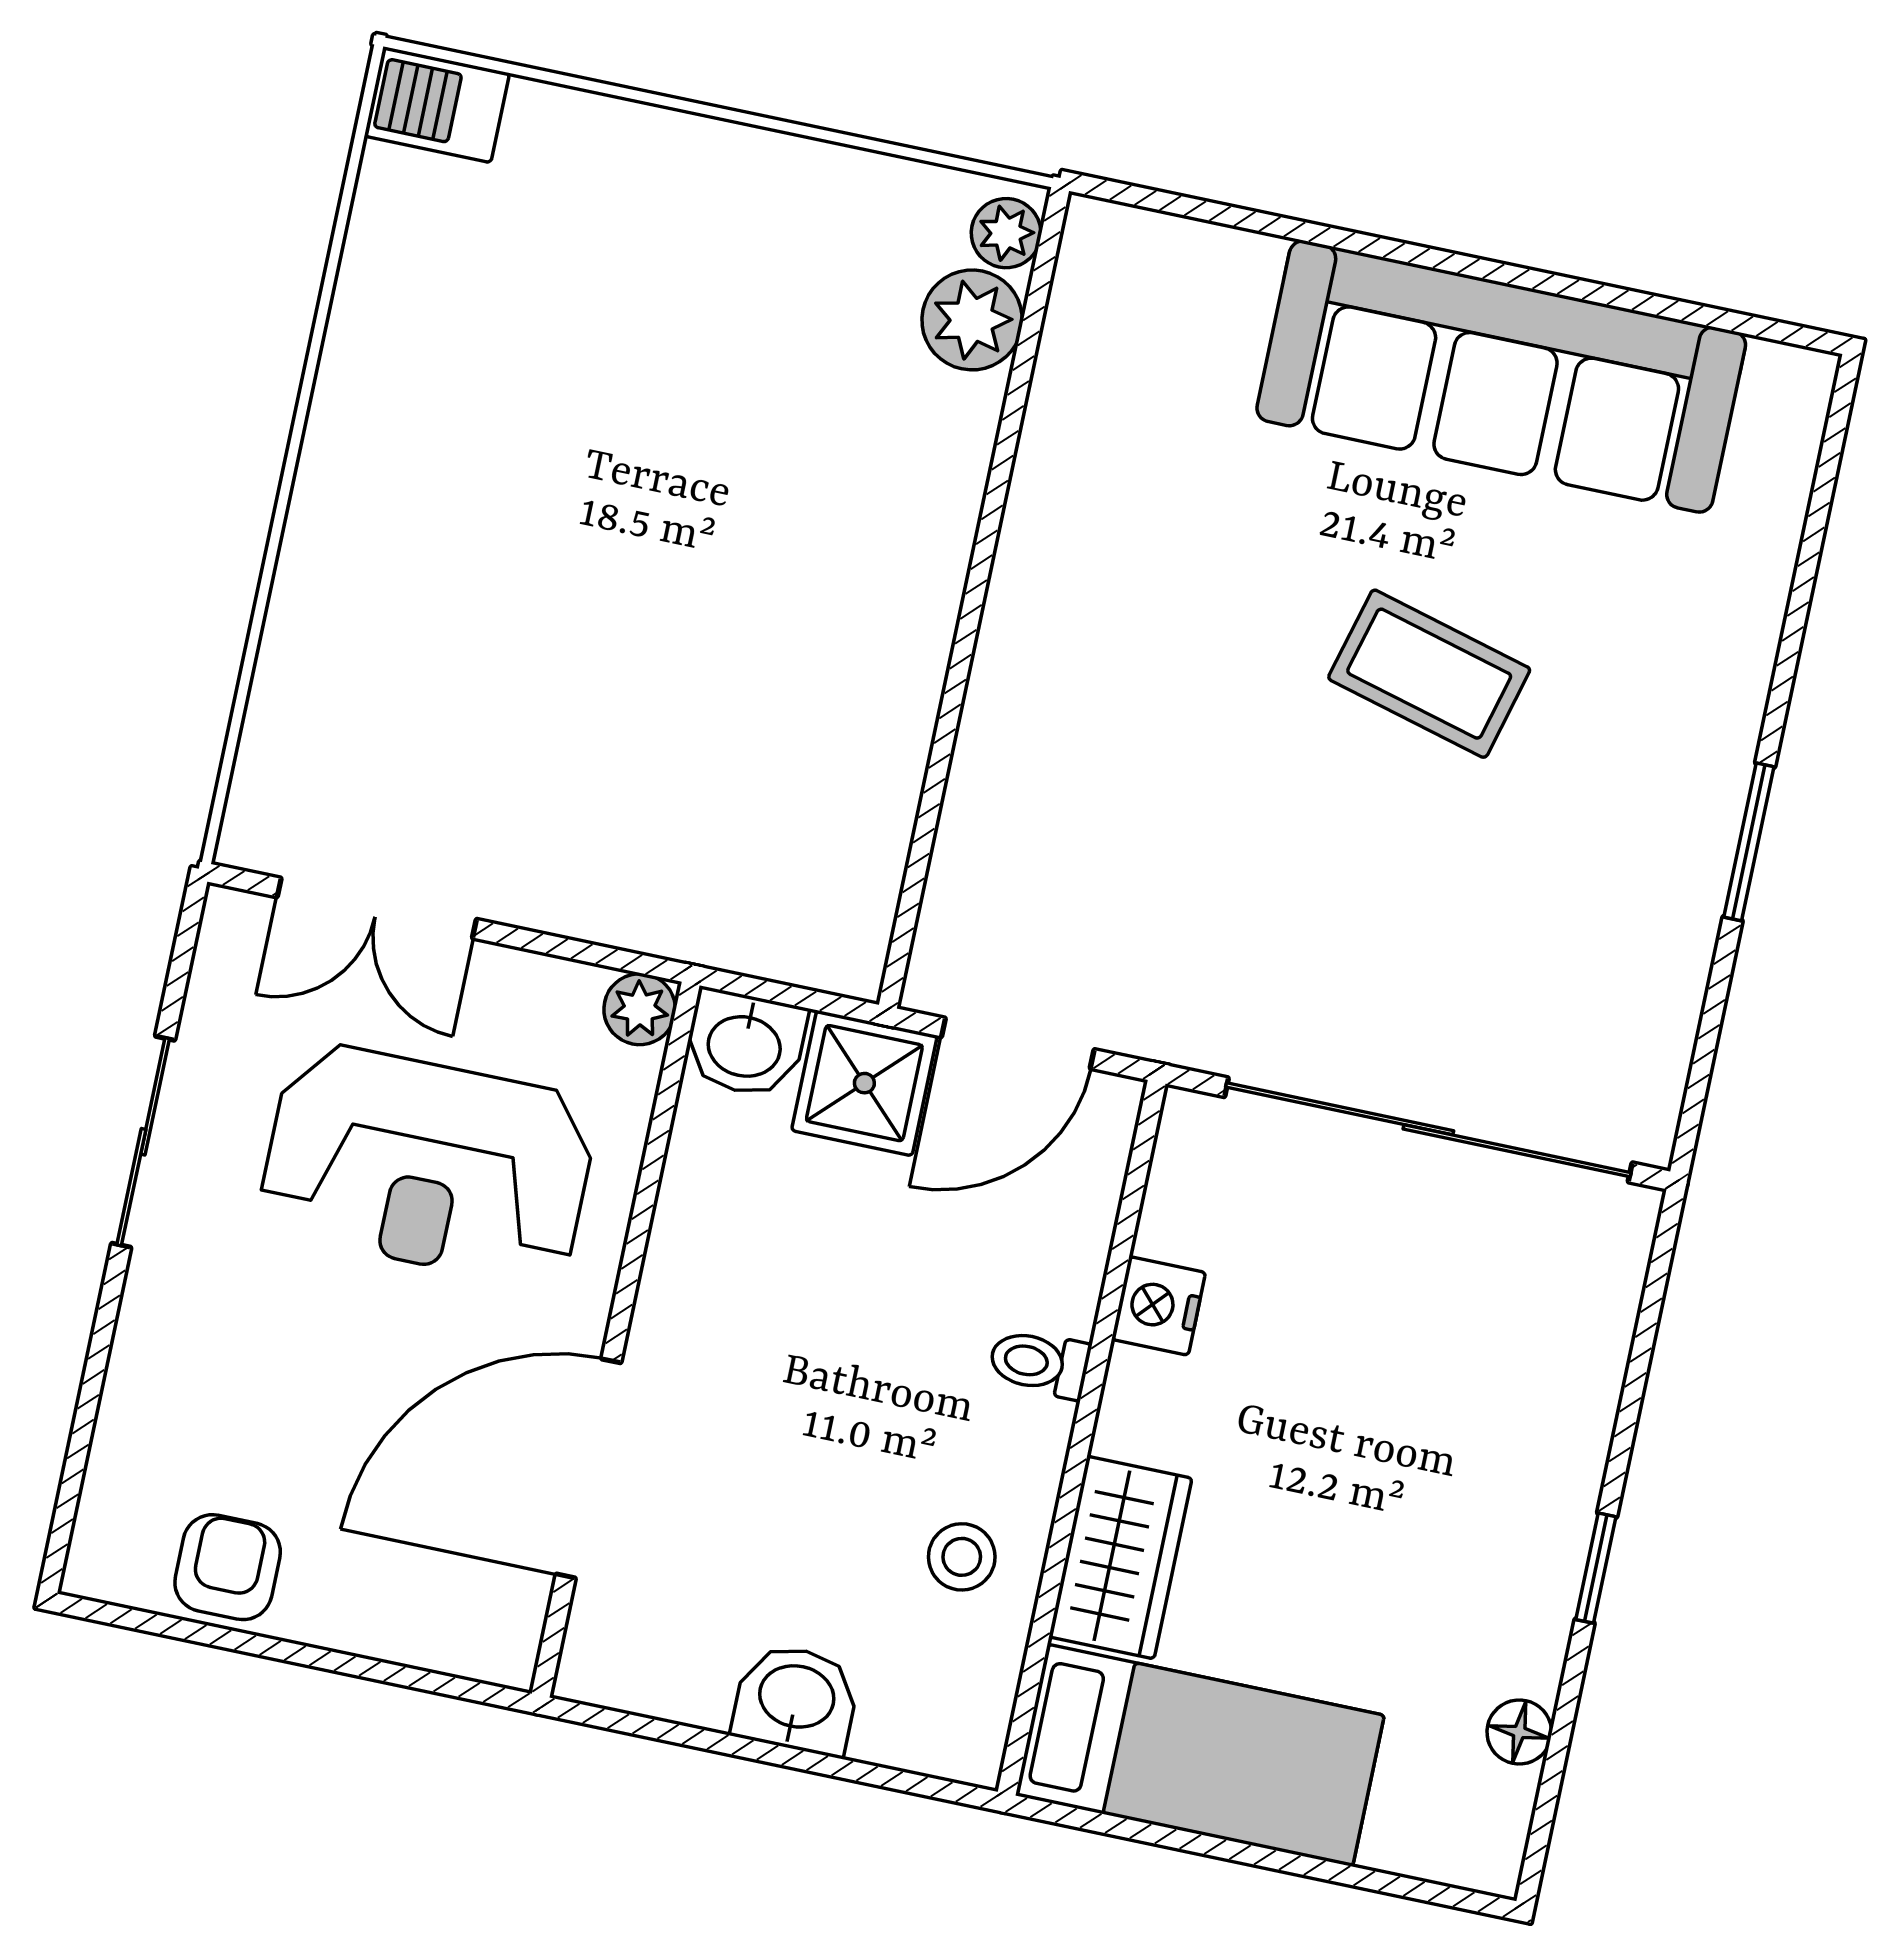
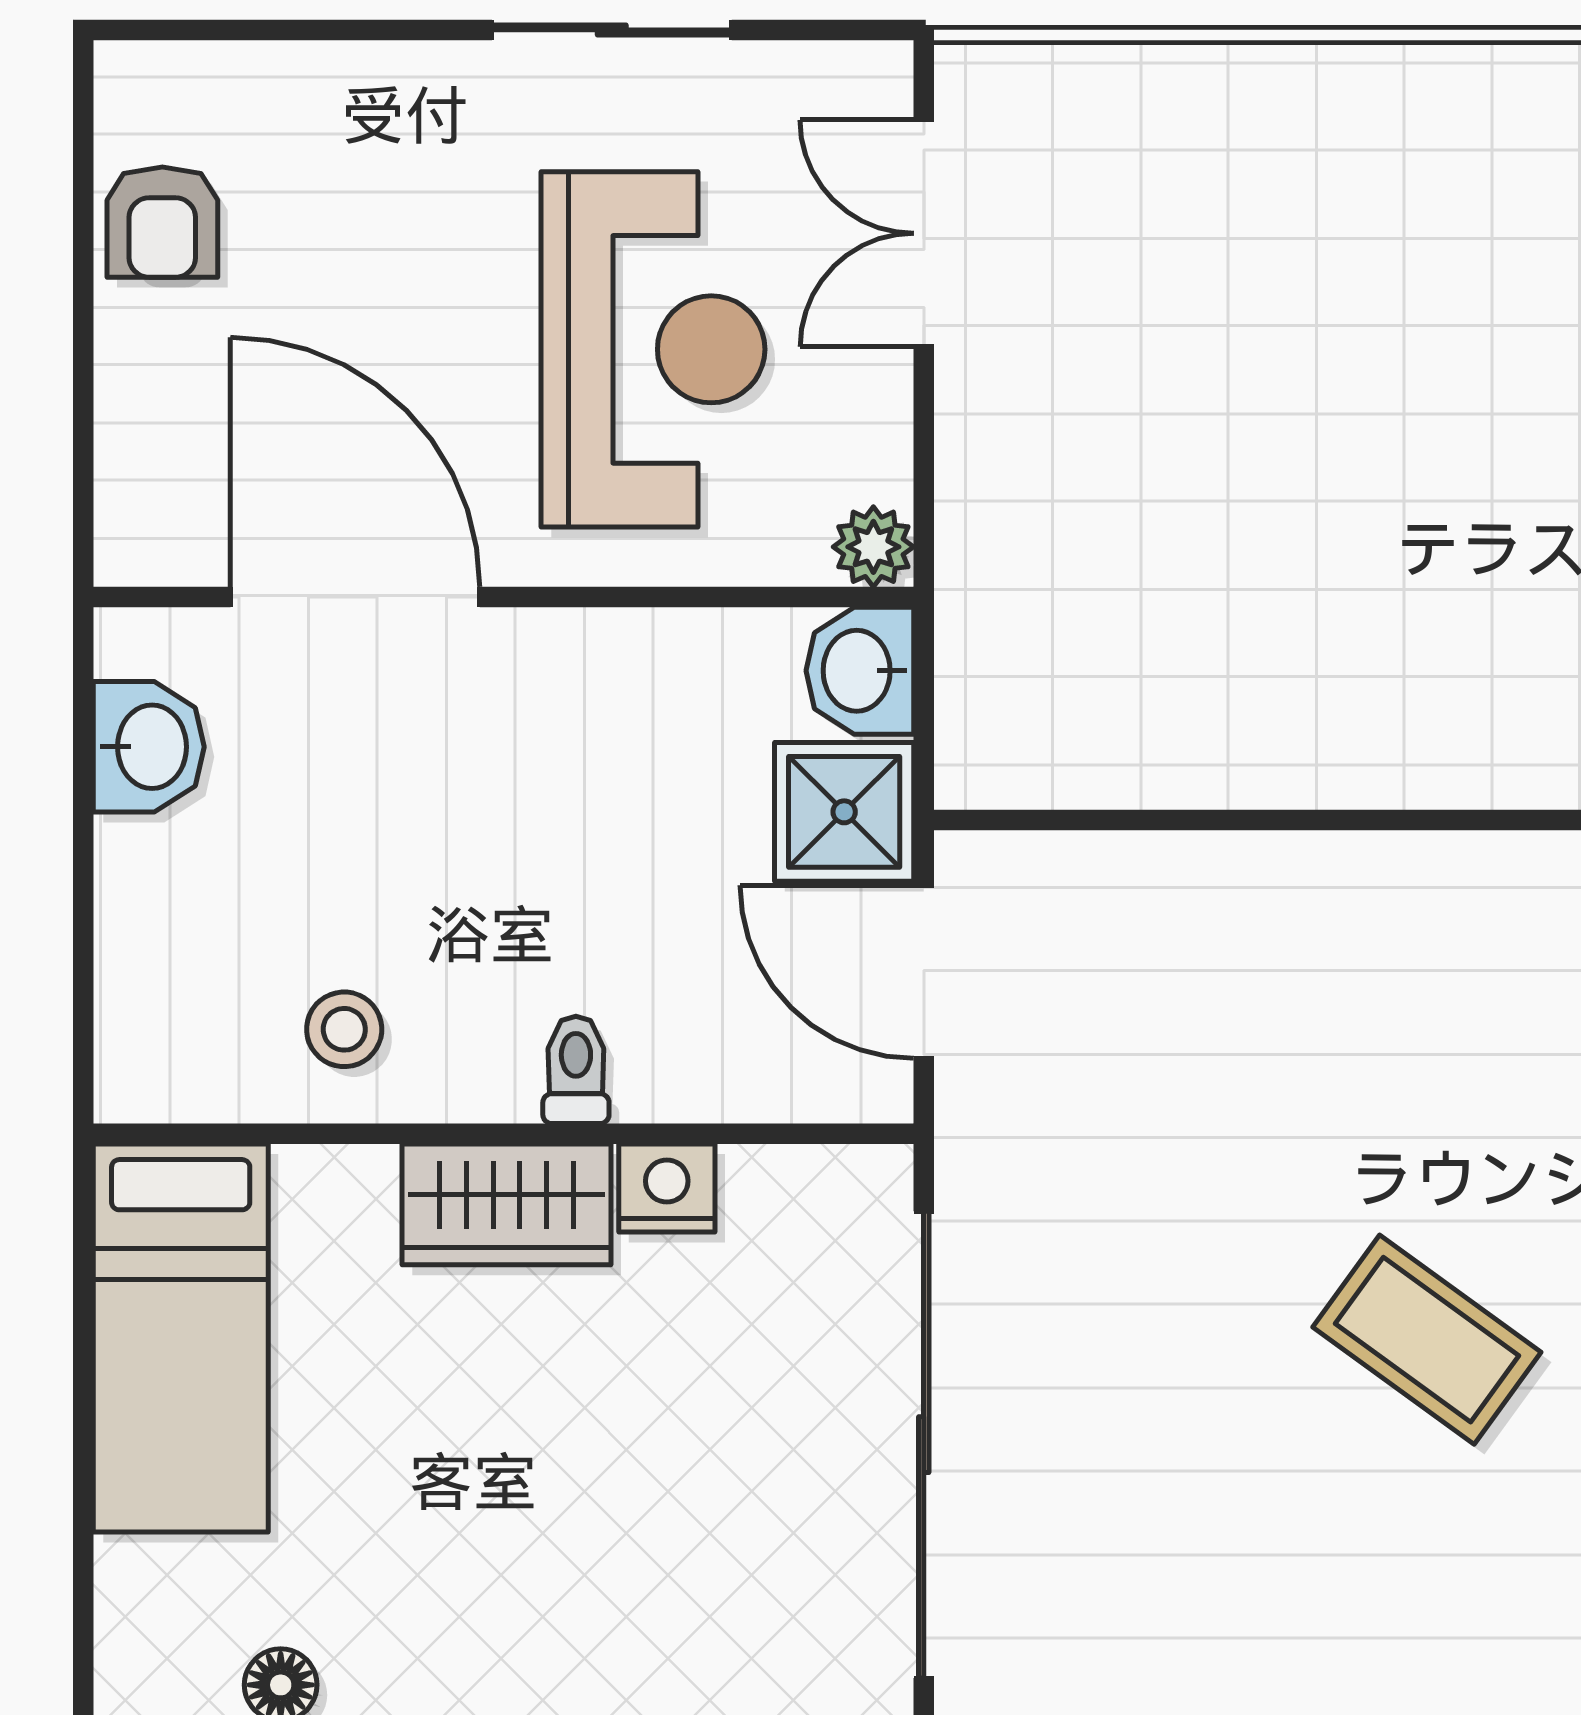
coffee table: (1429, 674) -> (1427, 1340), turned -69
reception desk: (428, 1164) -> (653, 349), turned 180
wardrobe: (1120, 1557) -> (506, 1204), moved
armchair: (228, 1567) -> (162, 222), turned 90
washbasin: (796, 1699) -> (149, 747), moved

